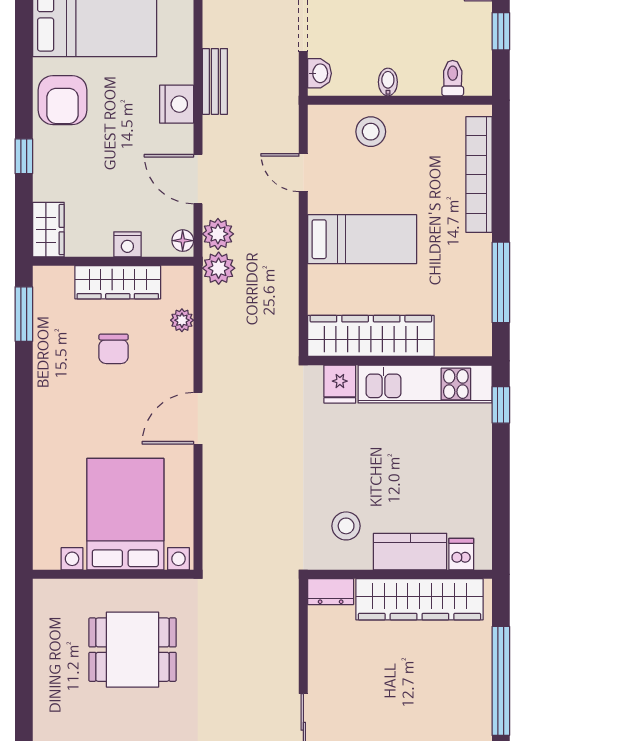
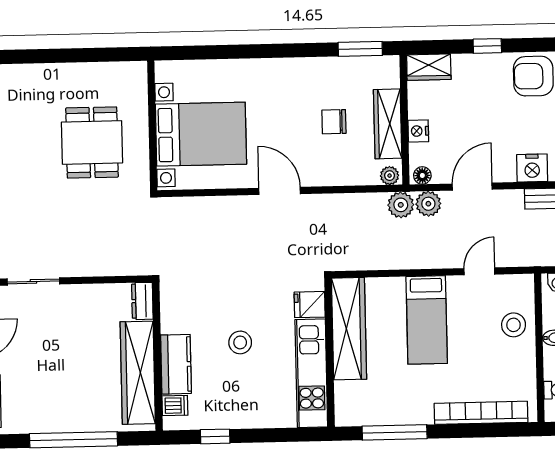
plant: (182, 320) -> (390, 176), moved
window: (501, 405) -> (215, 436), moved
stool: (346, 526) -> (240, 342), moved

